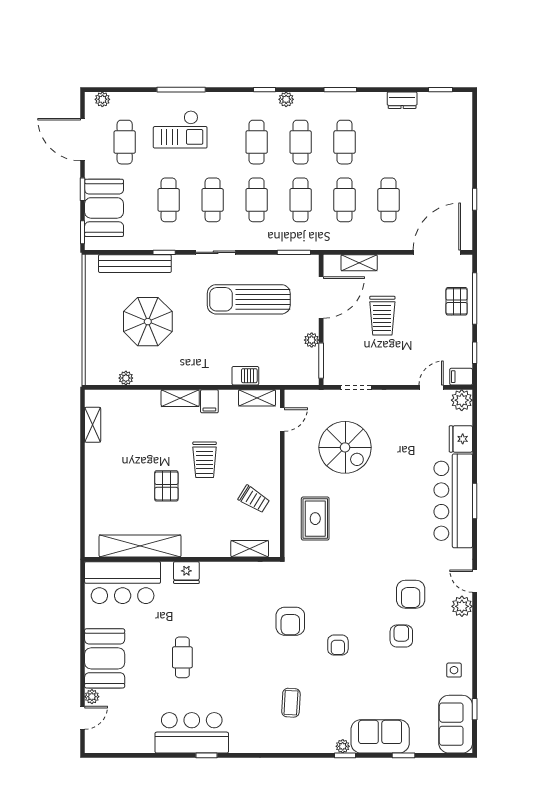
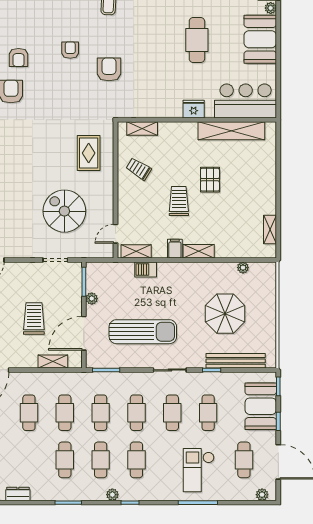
checkout: (180, 129) -> (199, 470), turned -90
cafe table: (182, 657) -> (197, 40), width x1.37, depth x1.35

